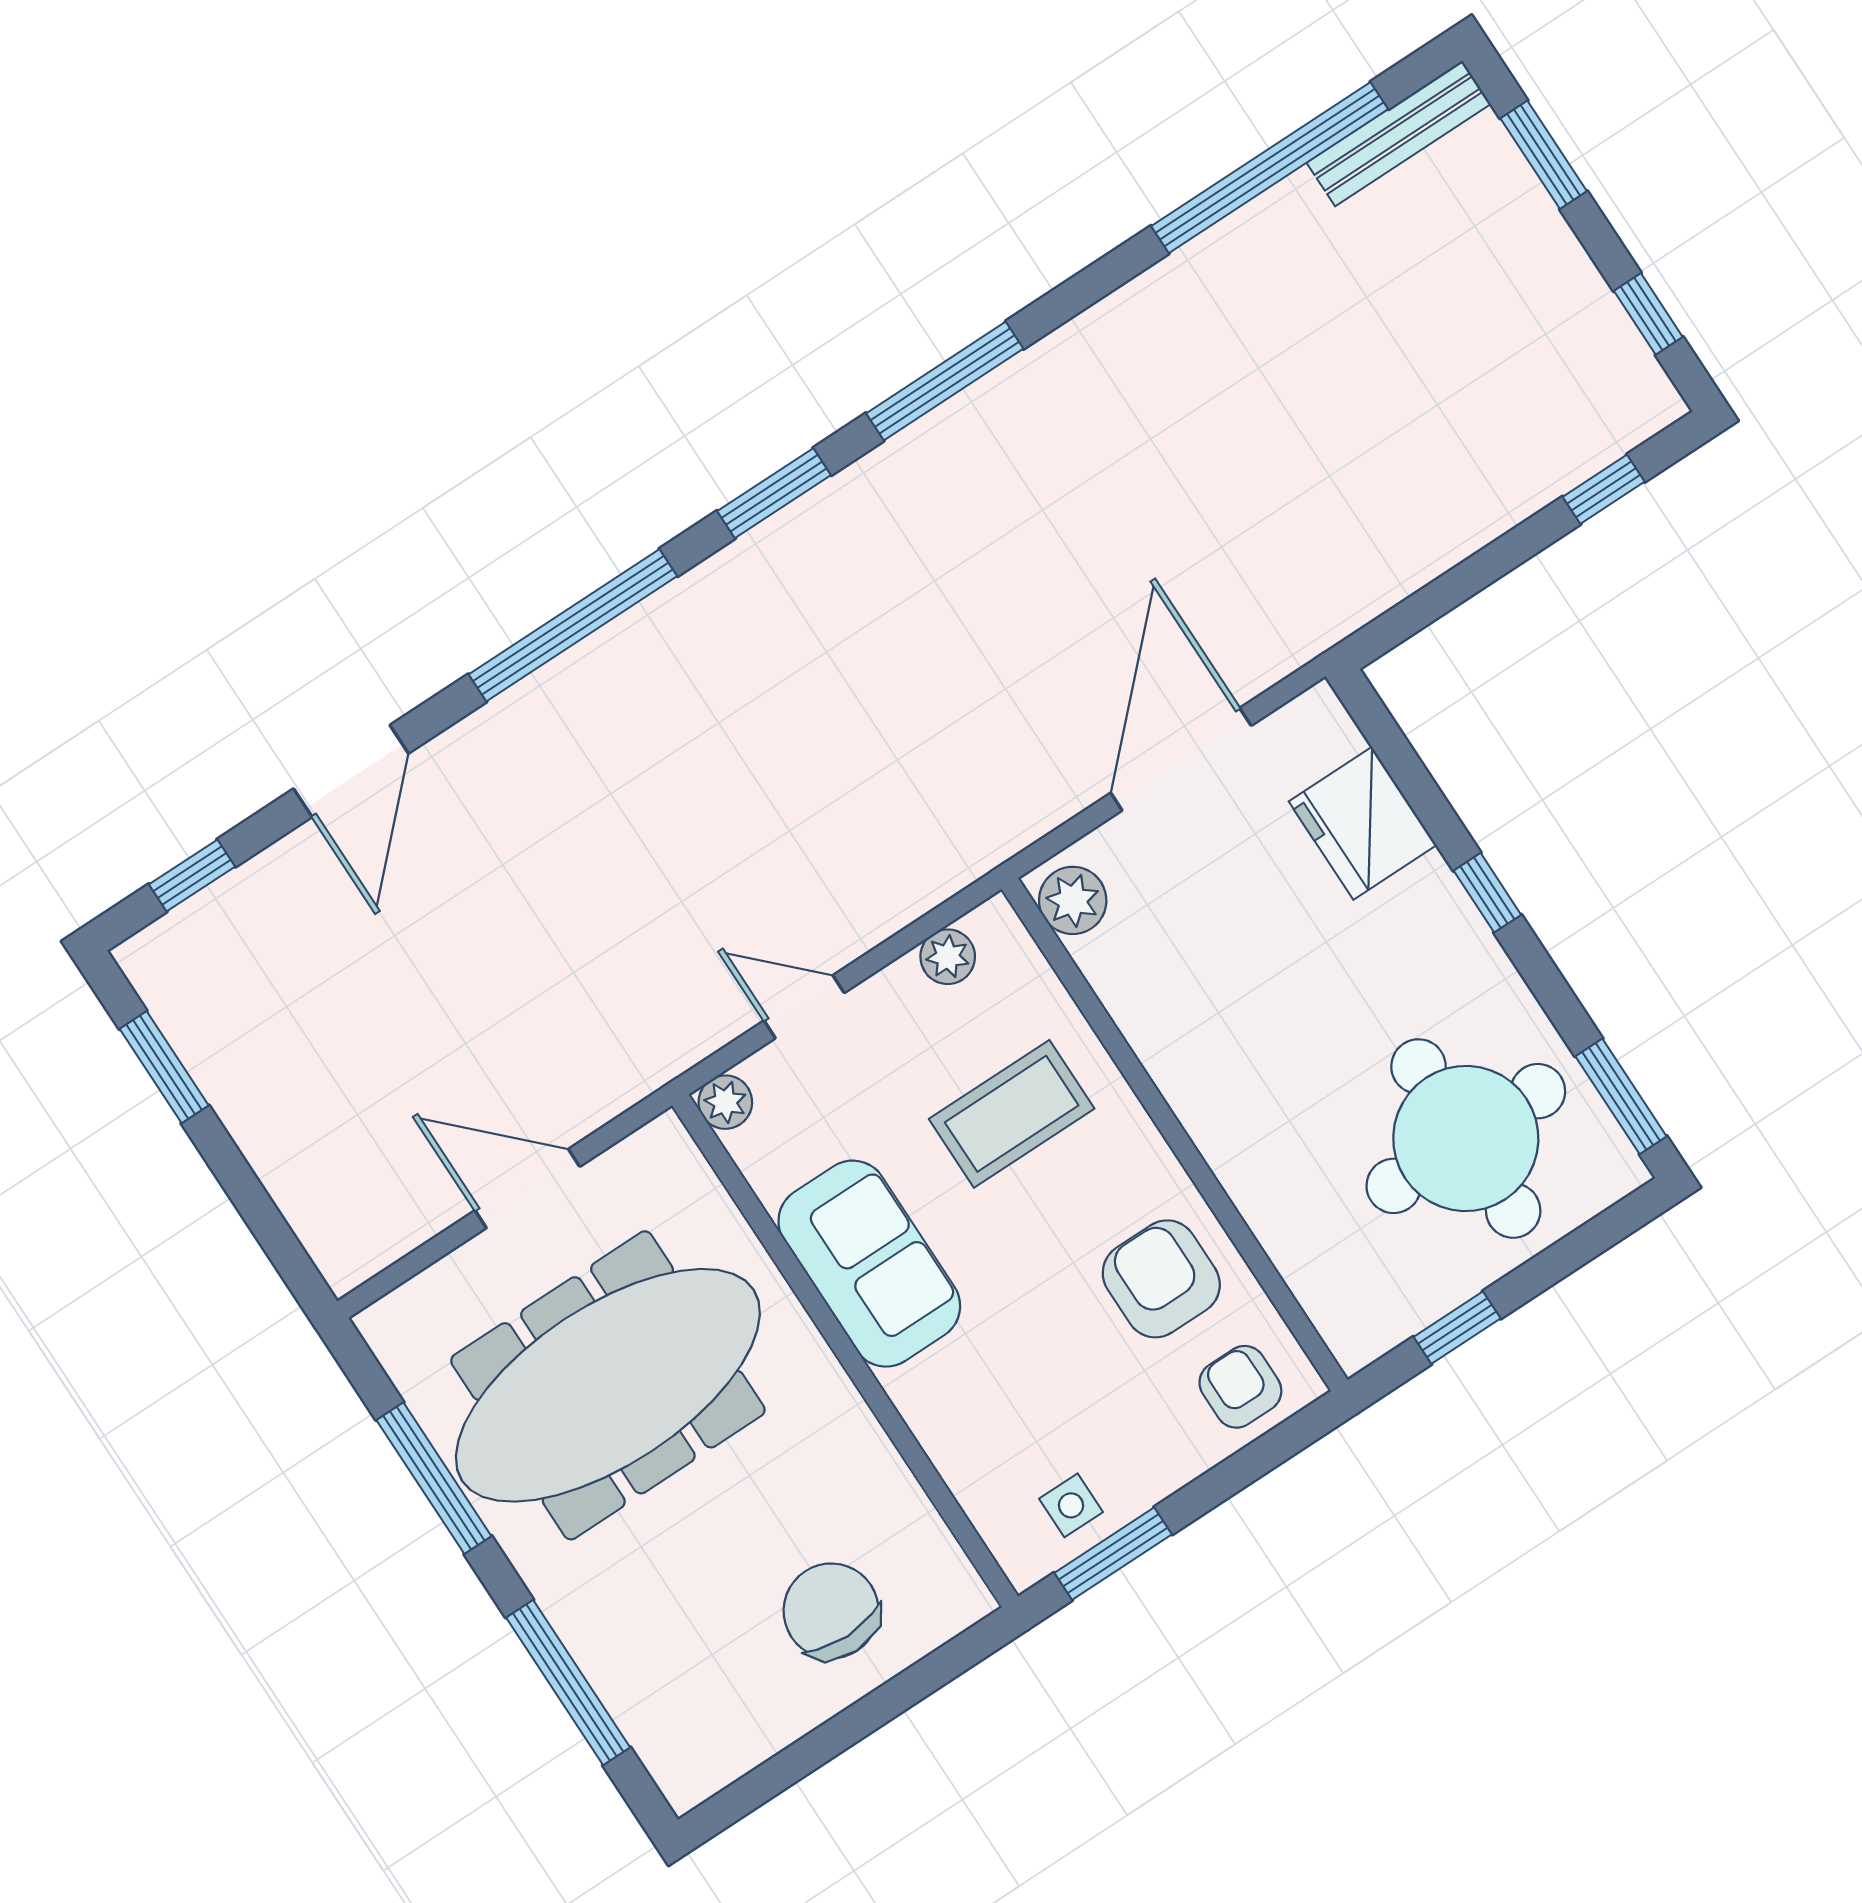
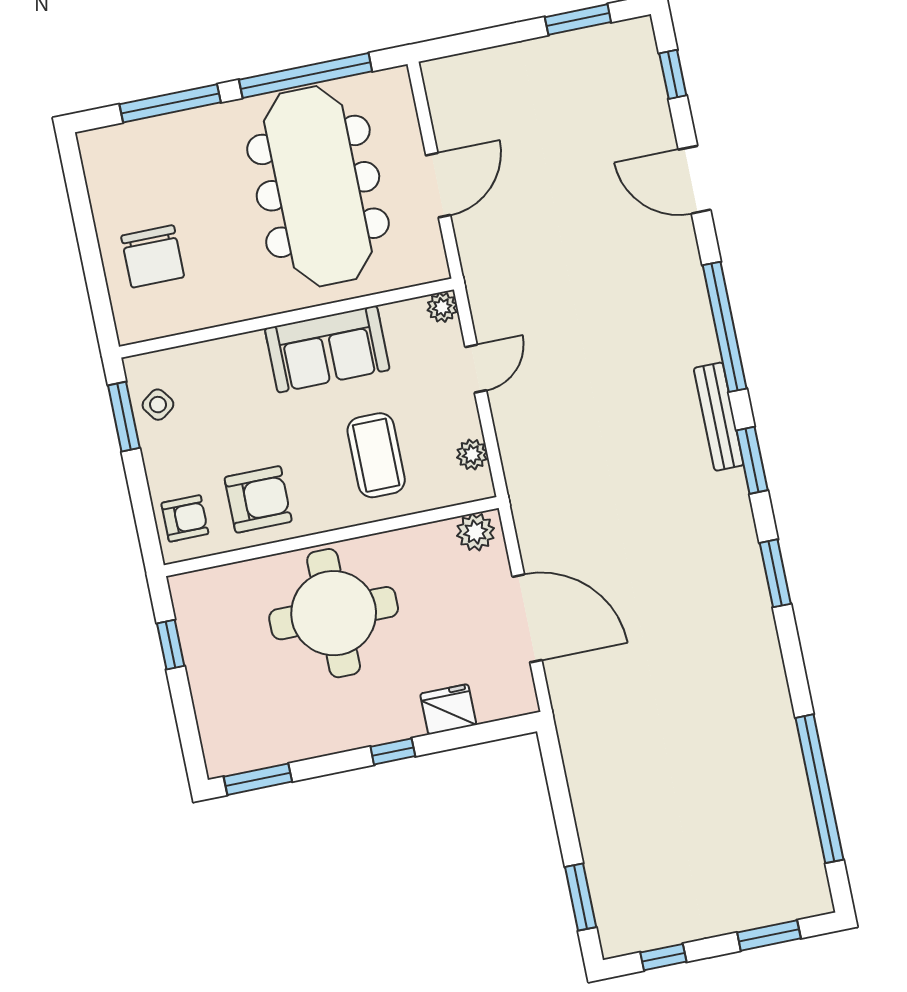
bench: (1399, 133) -> (719, 417), moved
window: (945, 381) -> (775, 573), width x0.69
window: (1604, 489) -> (581, 897), width x1.50
fridge: (1363, 823) -> (448, 709), width x0.73, depth x0.75
round table: (1466, 1139) -> (334, 613), moved
window: (434, 1478) -> (306, 75), width x1.46
side table: (1071, 1505) -> (158, 405), turned -36
chair: (831, 1611) -> (153, 256), turned 90

